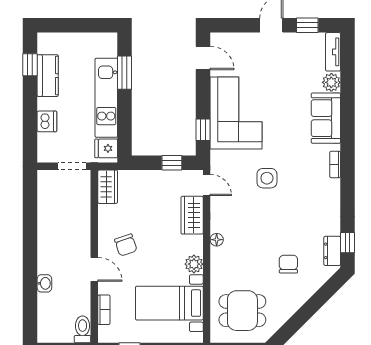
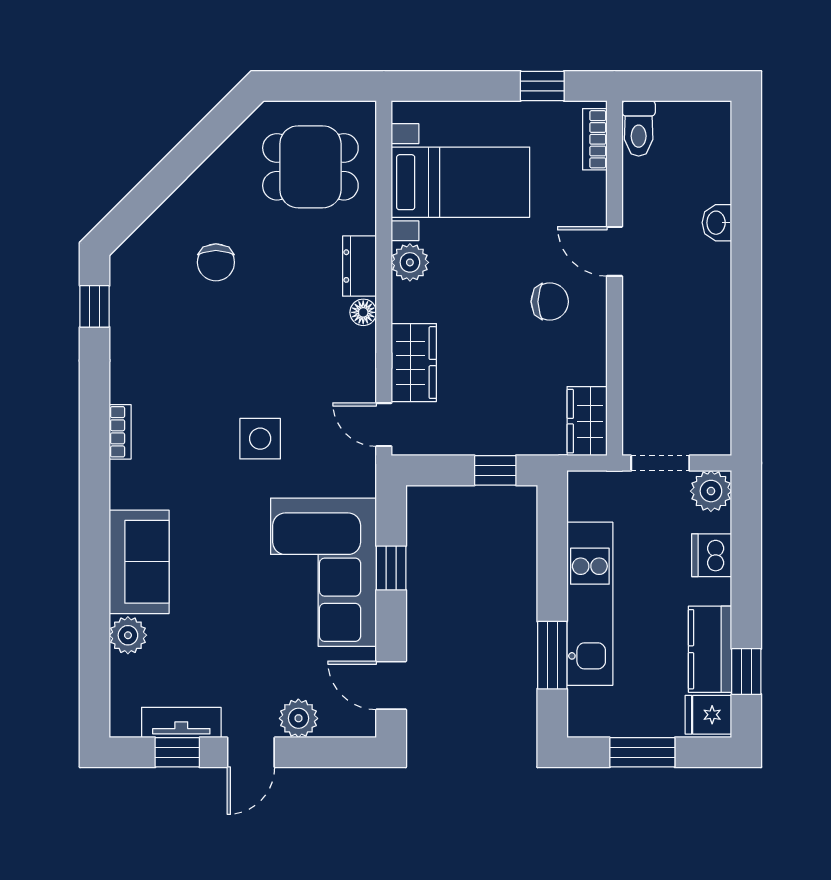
window: (81, 25) -> (642, 752), added
plant: (248, 42) -> (298, 718), added
tv unit: (333, 52) -> (181, 722), moved, turned -90
window: (203, 130) -> (391, 568), moved
fridge: (106, 148) -> (708, 715), moved, turned 180
plant: (47, 153) -> (711, 491), added
window: (172, 163) -> (495, 470), moved
bookcase: (335, 164) -> (120, 432), moved
chair: (126, 245) -> (550, 302), turned 109
dresser: (332, 251) -> (360, 266), moved, turned 180
bookcase: (104, 310) -> (595, 139), moved

